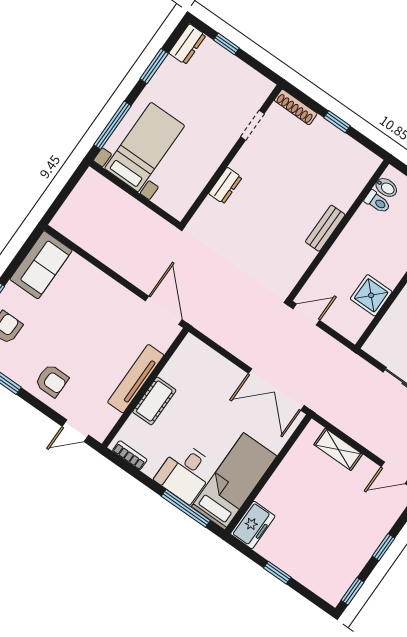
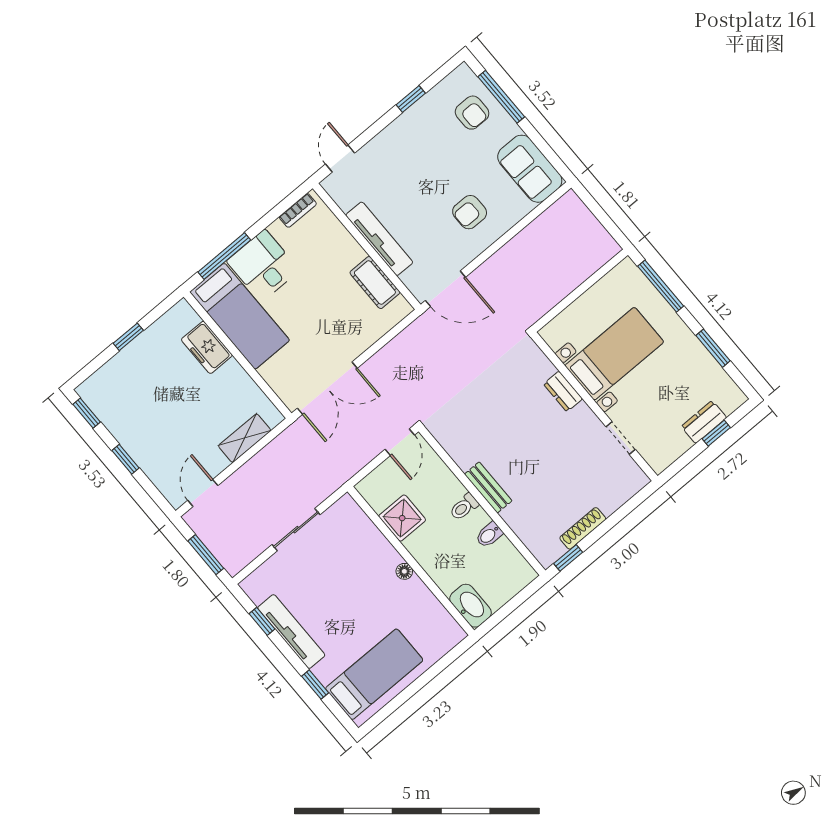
dresser: (187, 44) -> (704, 422), moved, turned 90
shoe rack: (296, 107) -> (583, 528), moved
window: (337, 122) -> (568, 558), moved
bed with nightstands: (145, 147) -> (614, 354), moved, turned -90
bidet: (386, 187) -> (489, 535), moved
toilet: (377, 202) -> (464, 507), moved
armchair: (52, 381) -> (470, 212), moved
double door: (276, 389) -> (327, 388), swing flipped
cot: (154, 401) -> (375, 283), moved
freezer: (253, 525) -> (207, 347), moved

